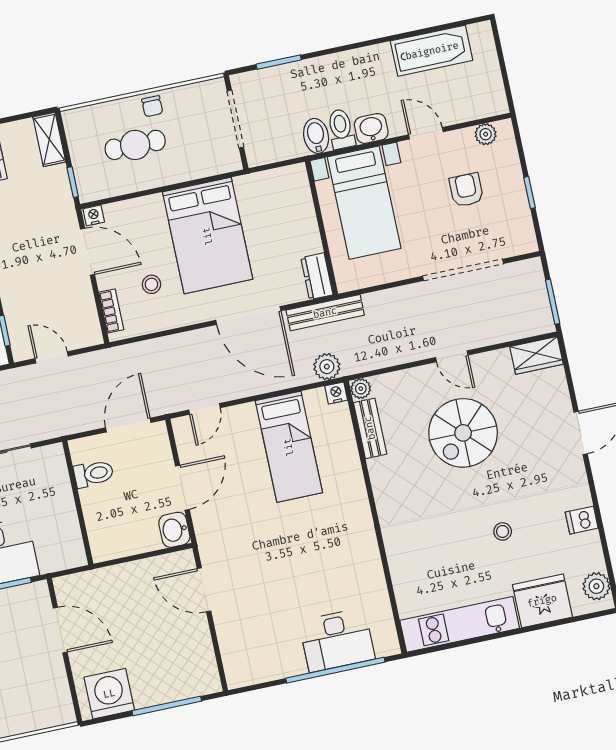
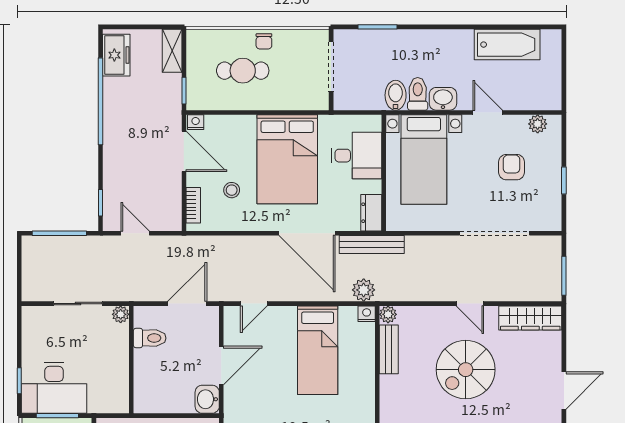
desk: (286, 215) -> (356, 156), added
wardrobe: (536, 355) -> (530, 318), width x1.50
plant: (55, 454) -> (121, 314), added

